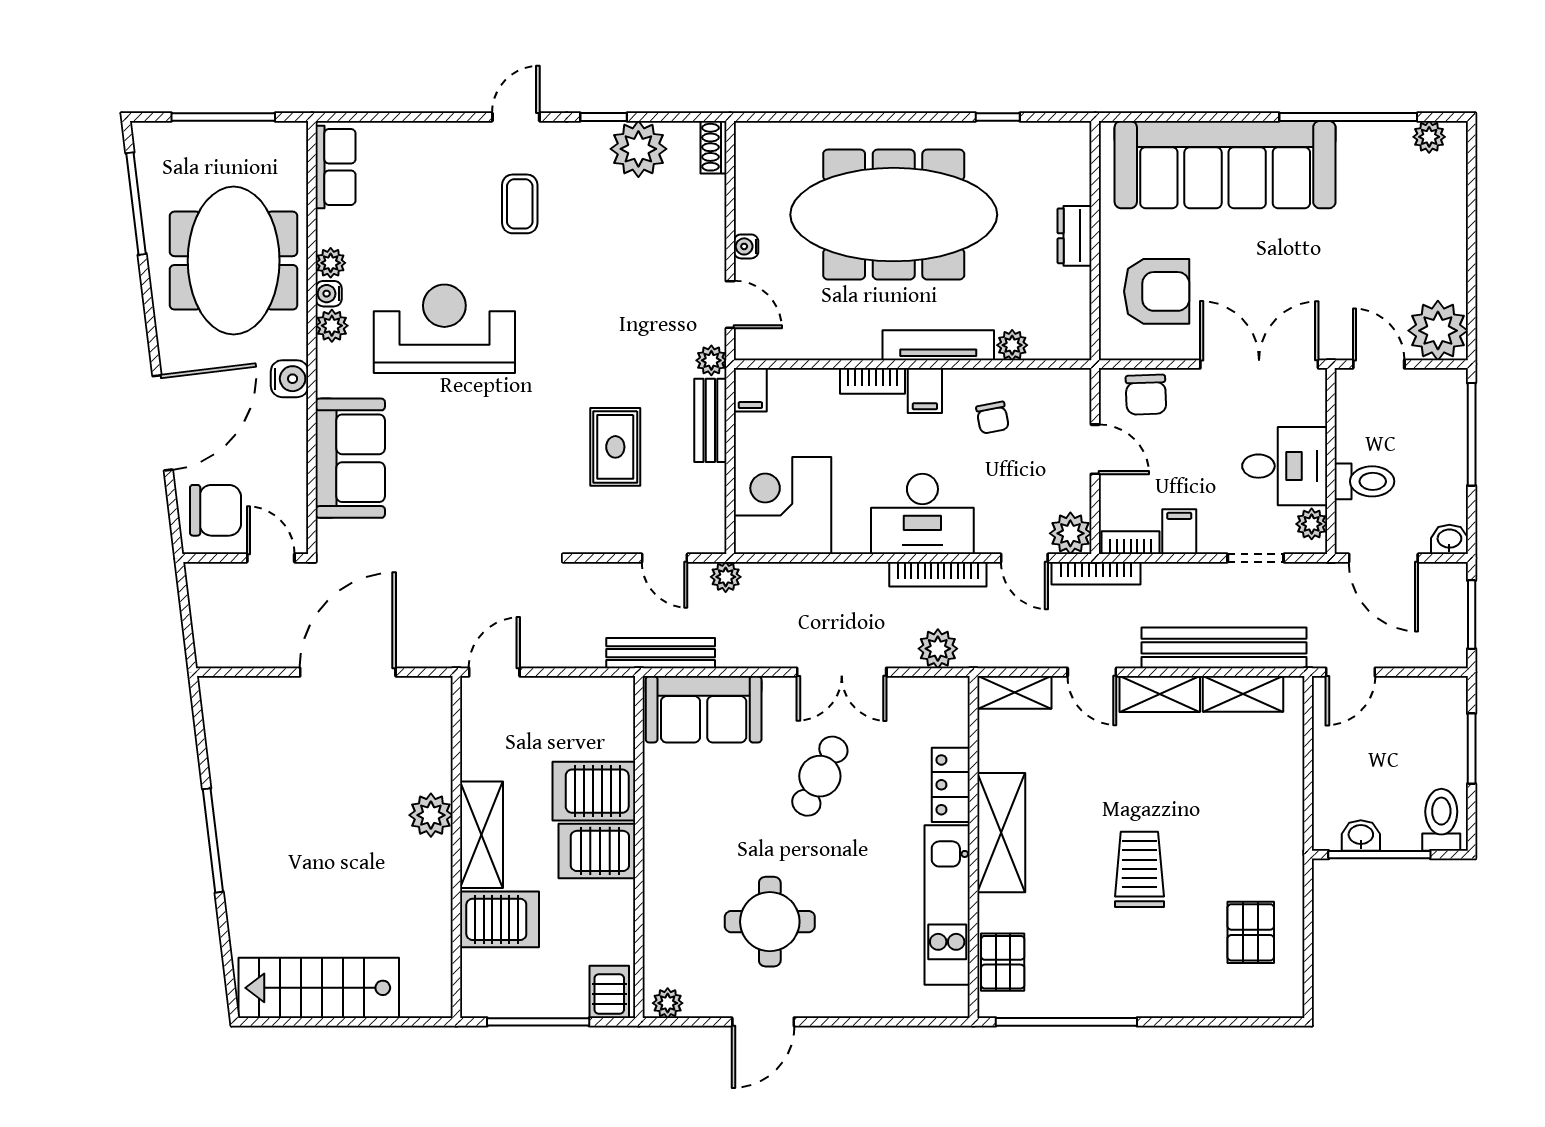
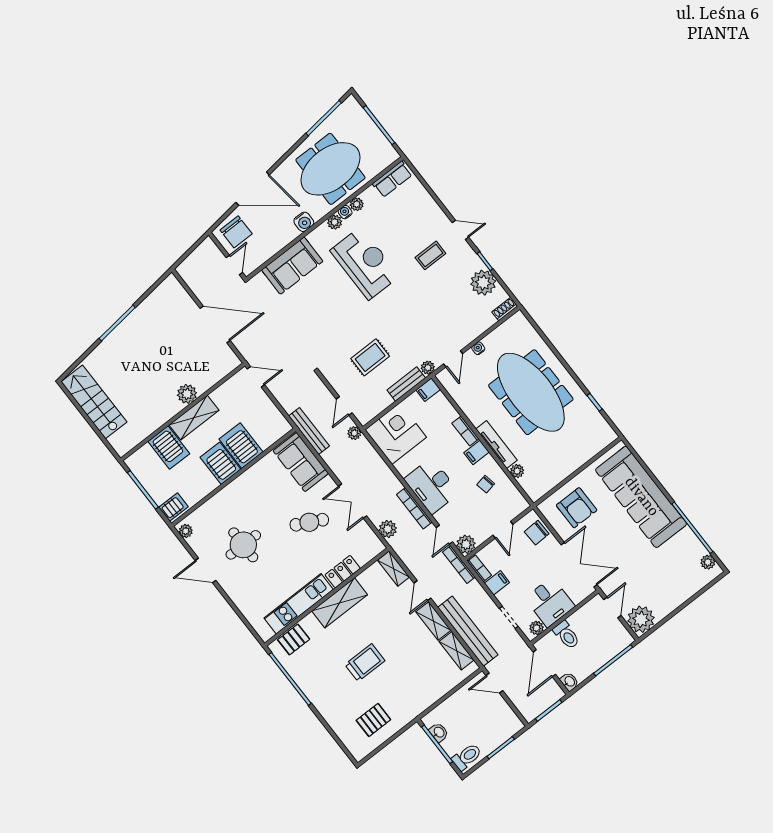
dresser: (1075, 236) -> (574, 463), removed

